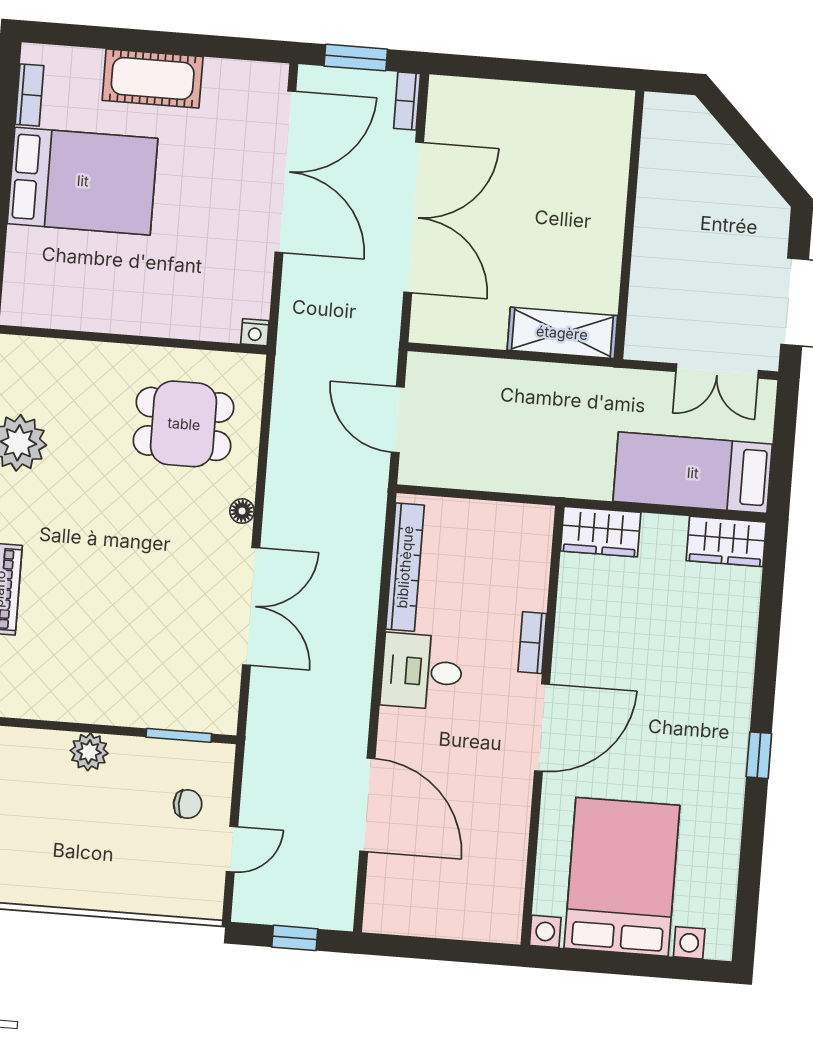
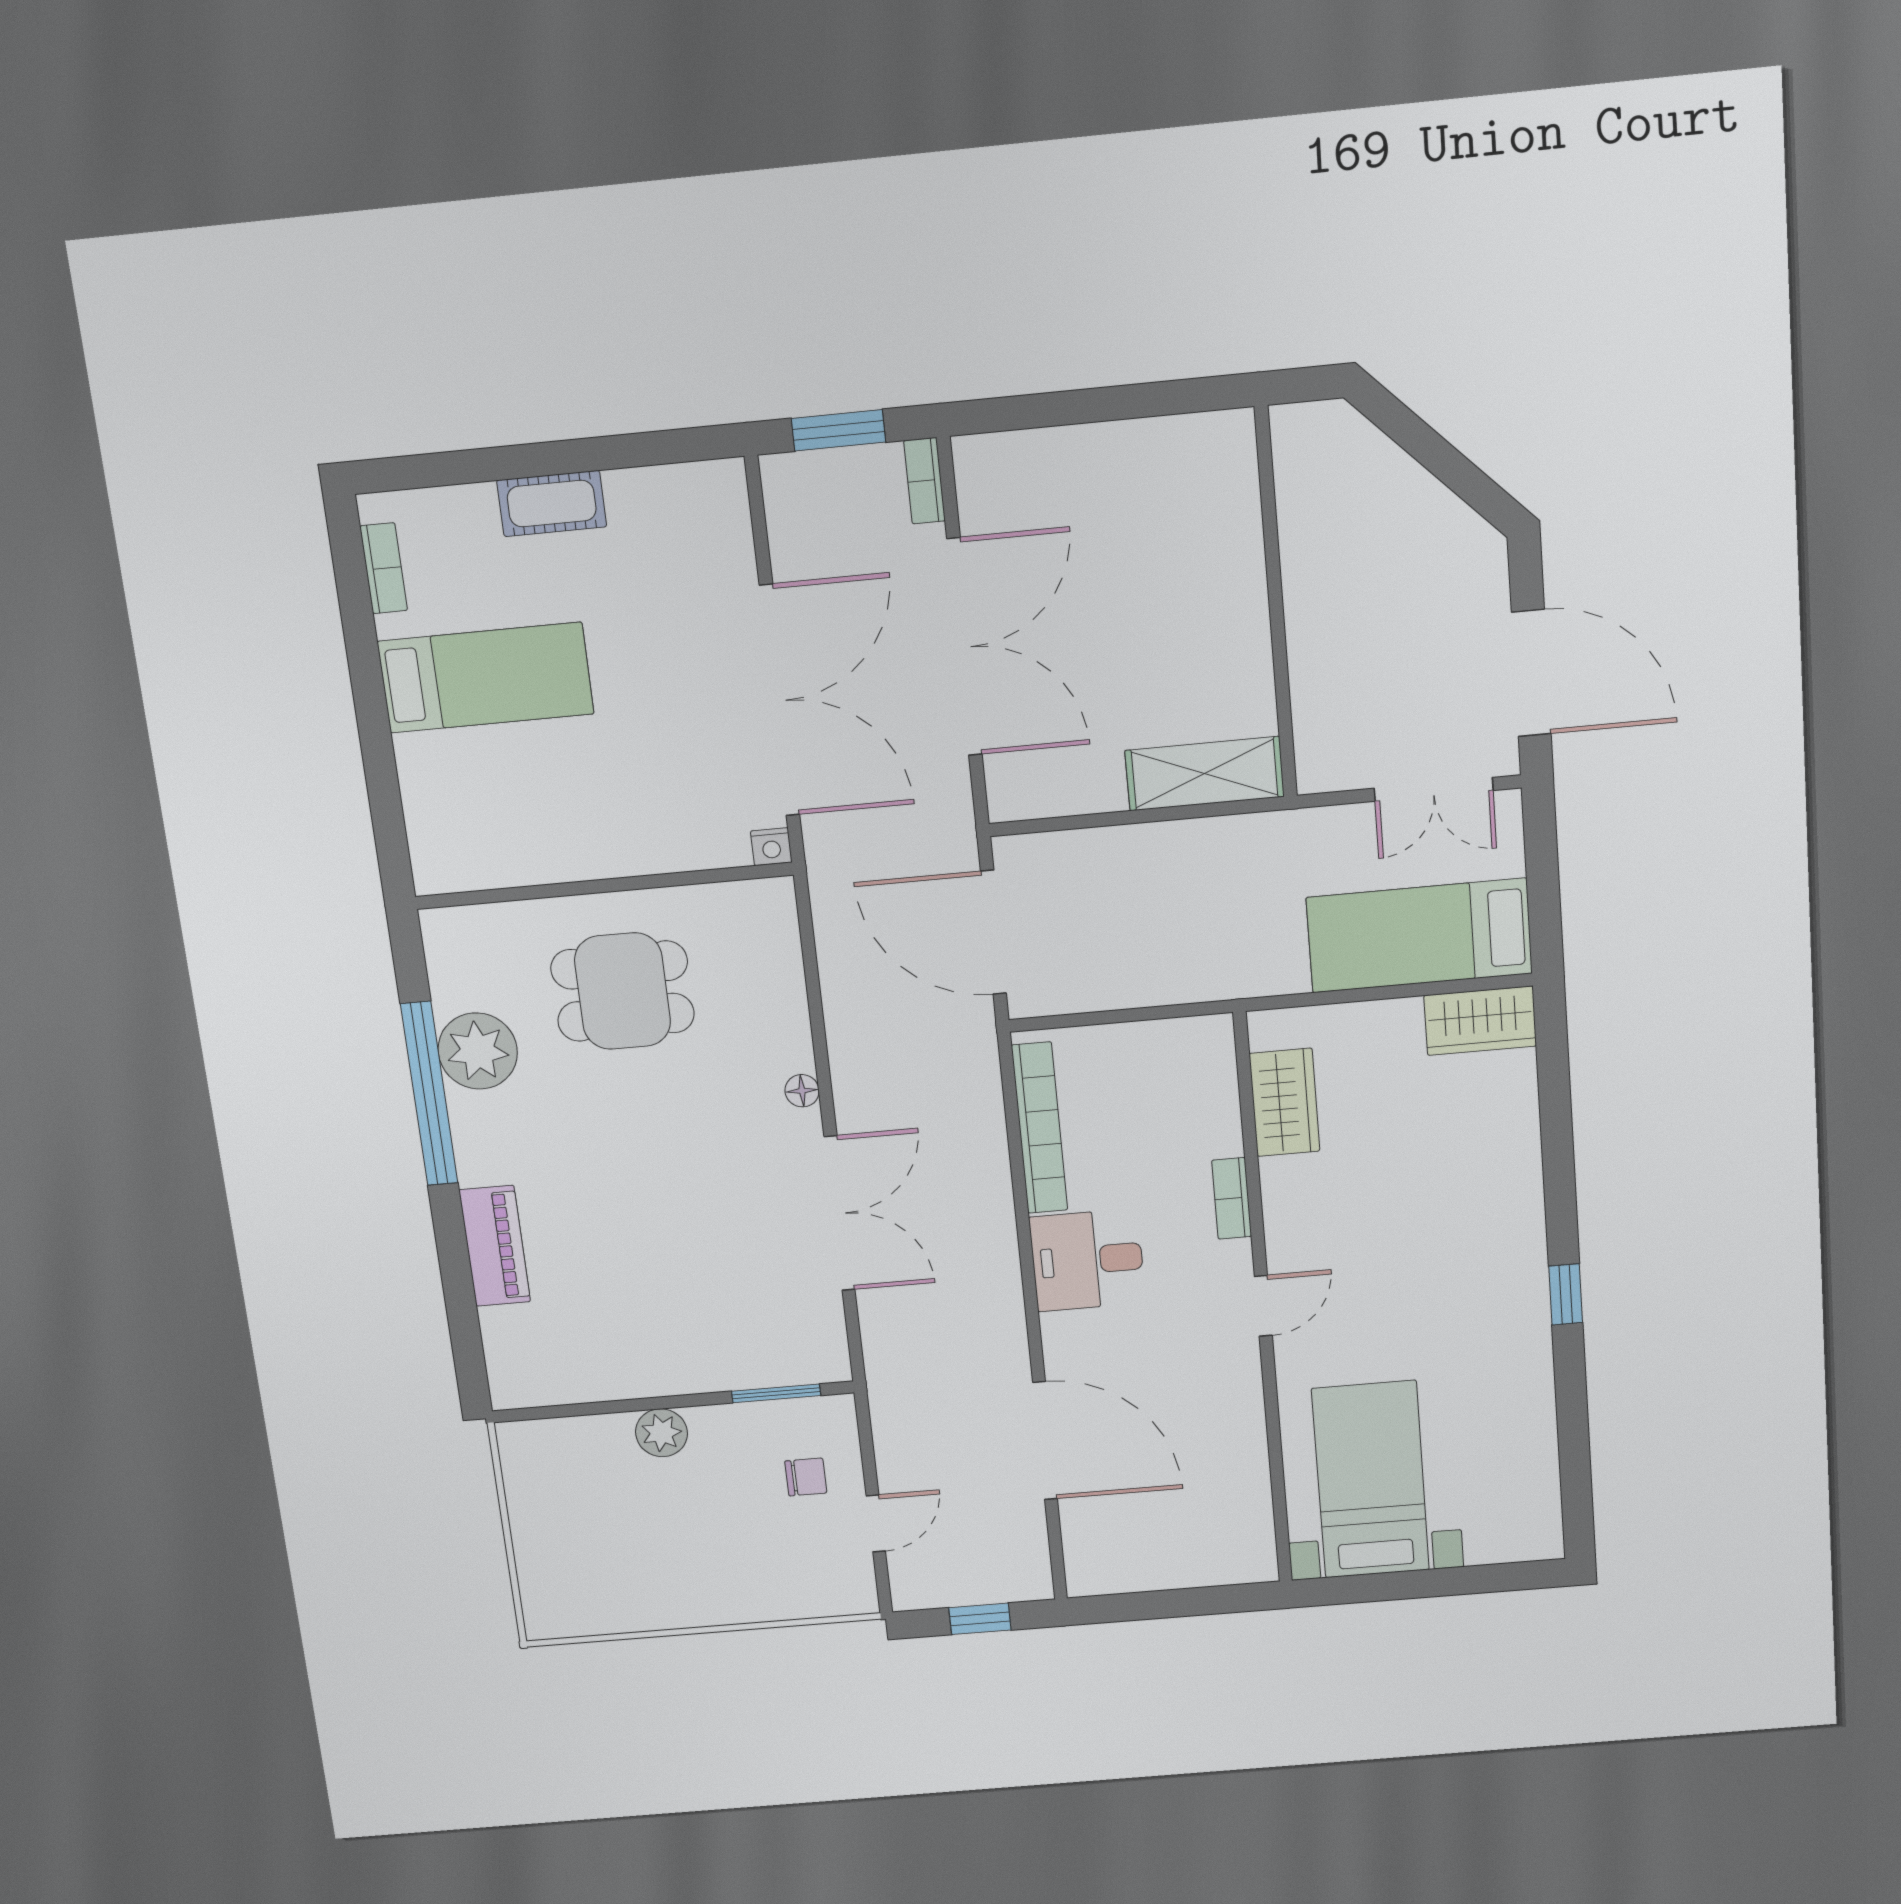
cot: (153, 78) -> (552, 504), width x0.73, depth x0.75
double door: (285, 172) -> (780, 701), moved
bed: (83, 181) -> (486, 678), width x0.67
door: (398, 420) -> (993, 932), width x1.36
dining table: (184, 424) -> (623, 991), moved
wardrobe: (601, 532) -> (1284, 1102), moved, turned -90
door: (542, 728) -> (1263, 1306), width x0.53
bed with nightstands: (622, 877) -> (1371, 1480), width x0.73

